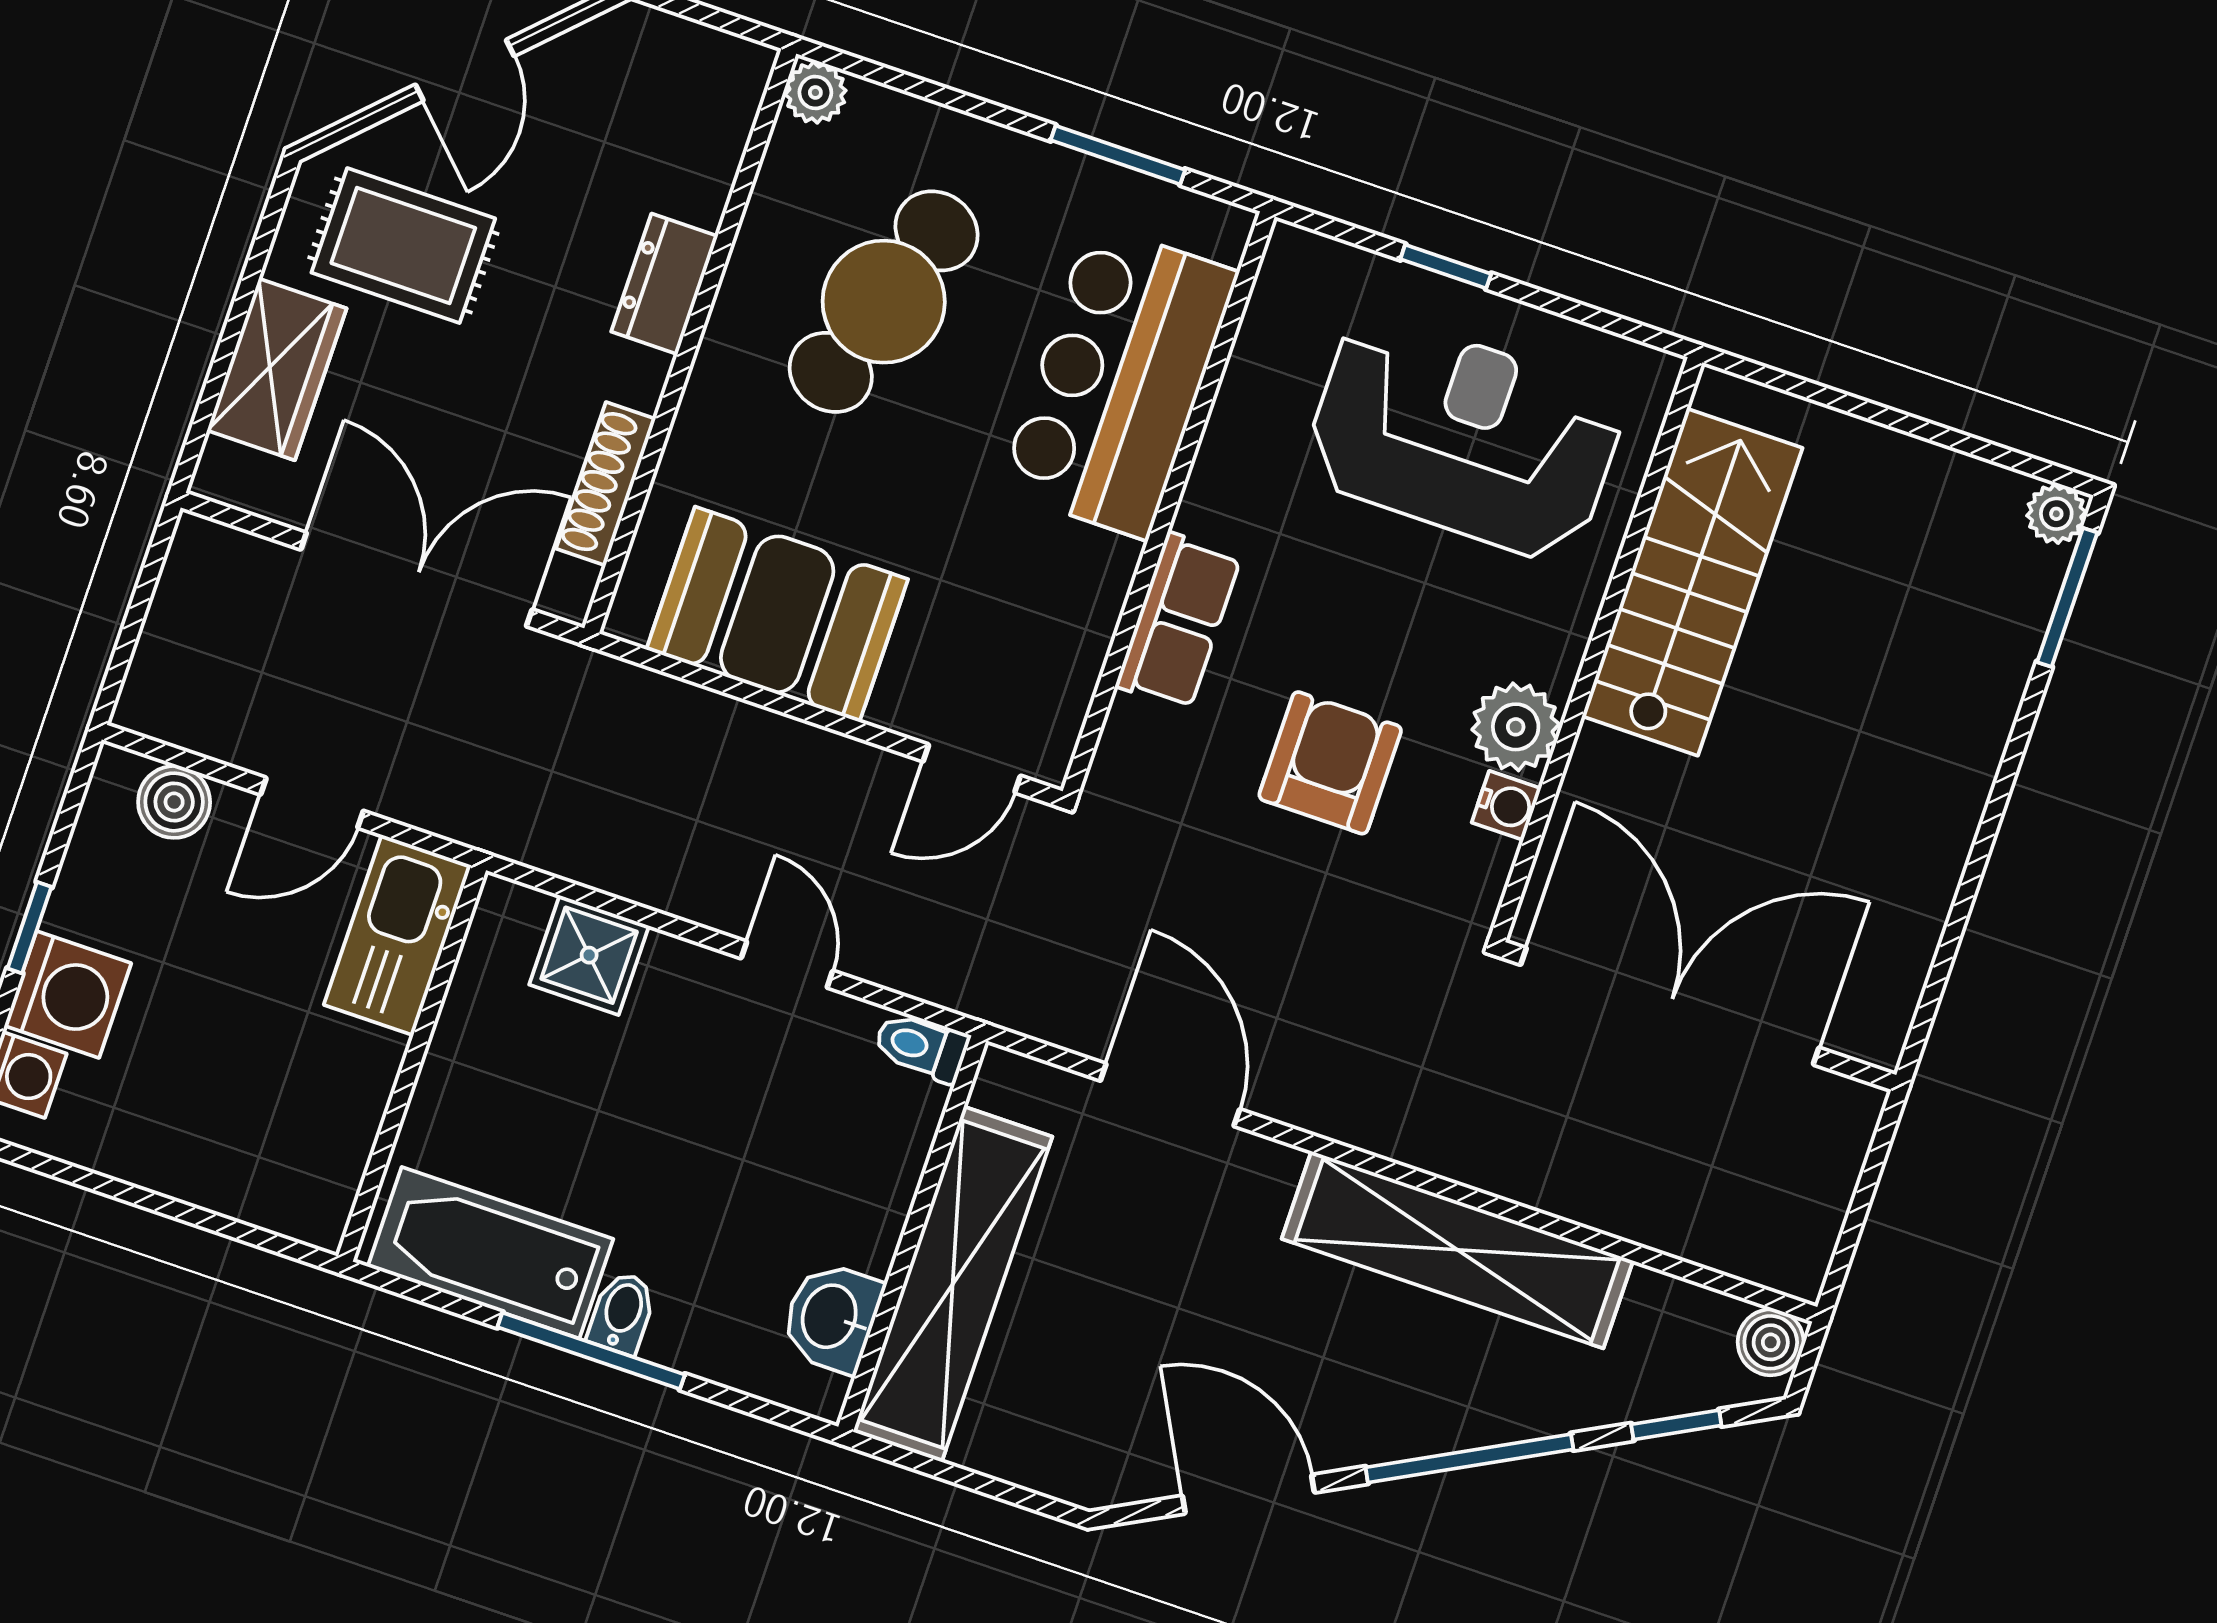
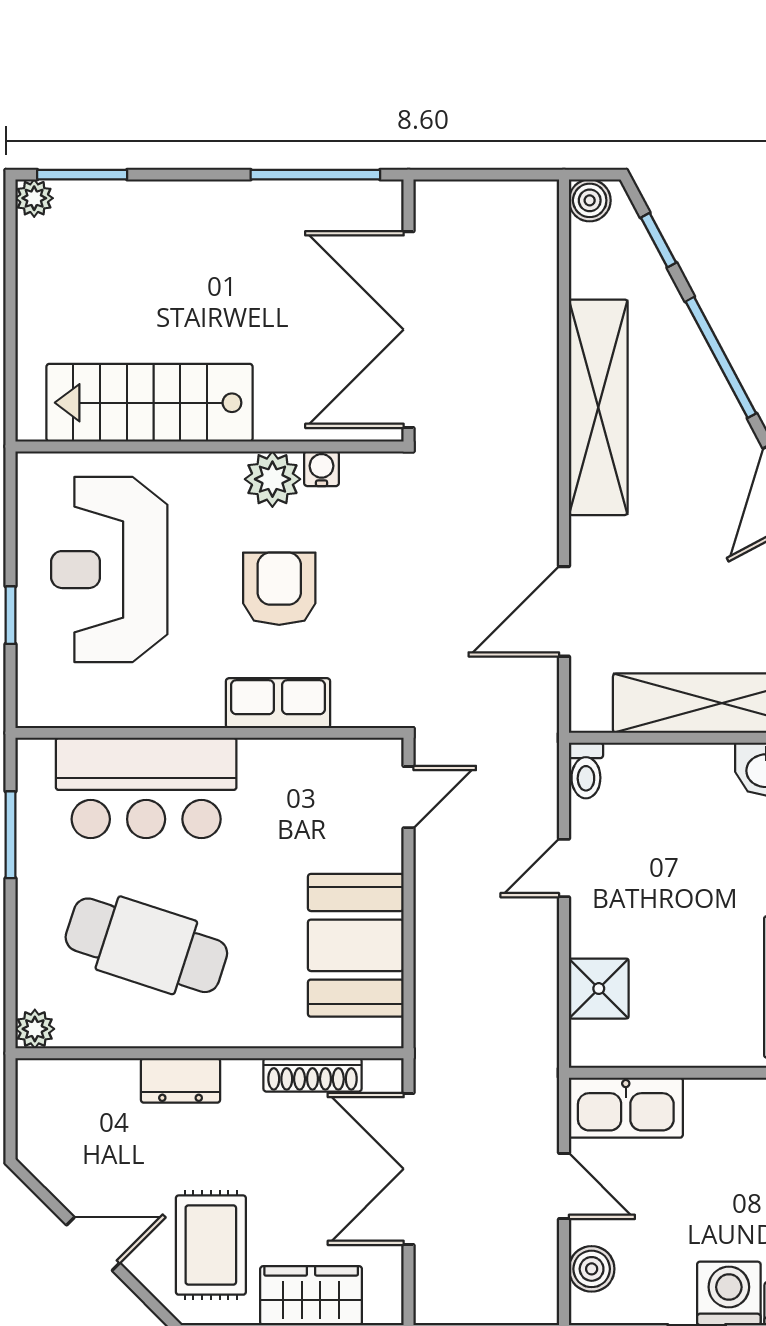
armchair: (1330, 763) -> (279, 589), moved, turned 90
door: (972, 769) -> (409, 797), hinge flipped
window: (1949, 946) -> (315, 175), added

